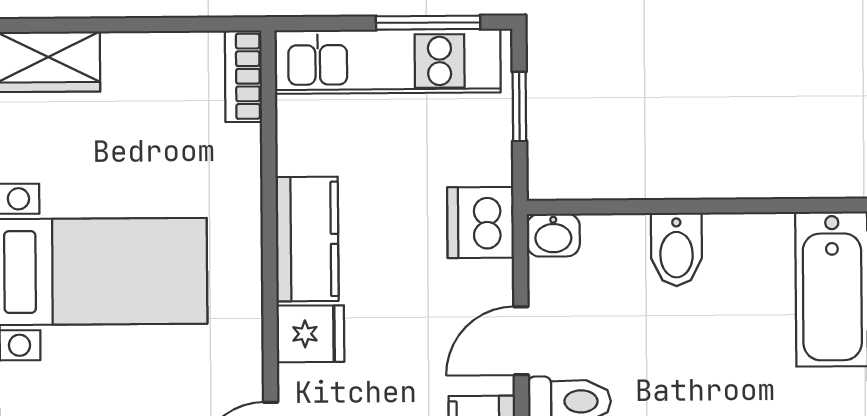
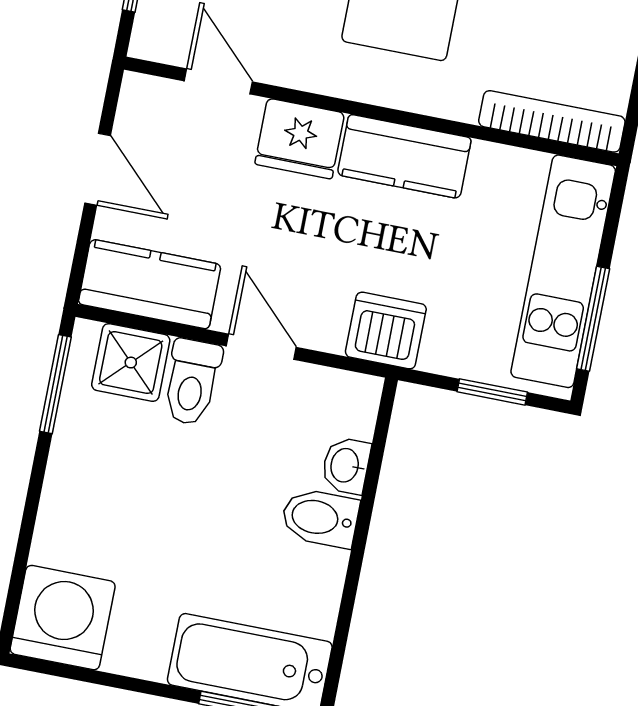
bookcase: (243, 76) -> (552, 121), width x1.56
washbasin: (553, 235) -> (346, 466), moved
fridge: (310, 334) -> (300, 139), width x1.38

